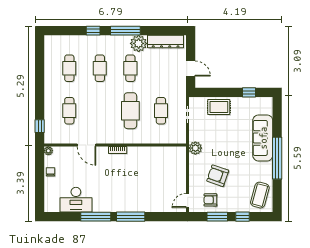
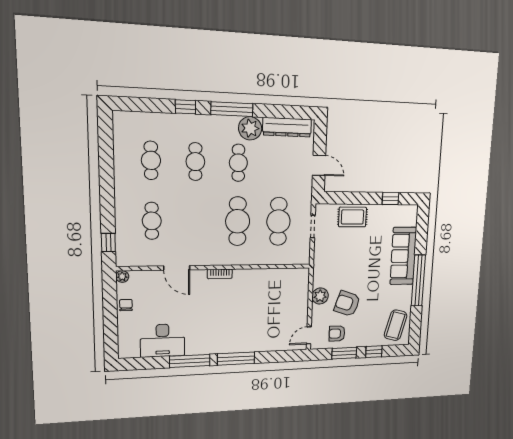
cafe table: (161, 111) -> (278, 221), width x1.37, depth x1.35
plant: (195, 148) -> (320, 296), moved

